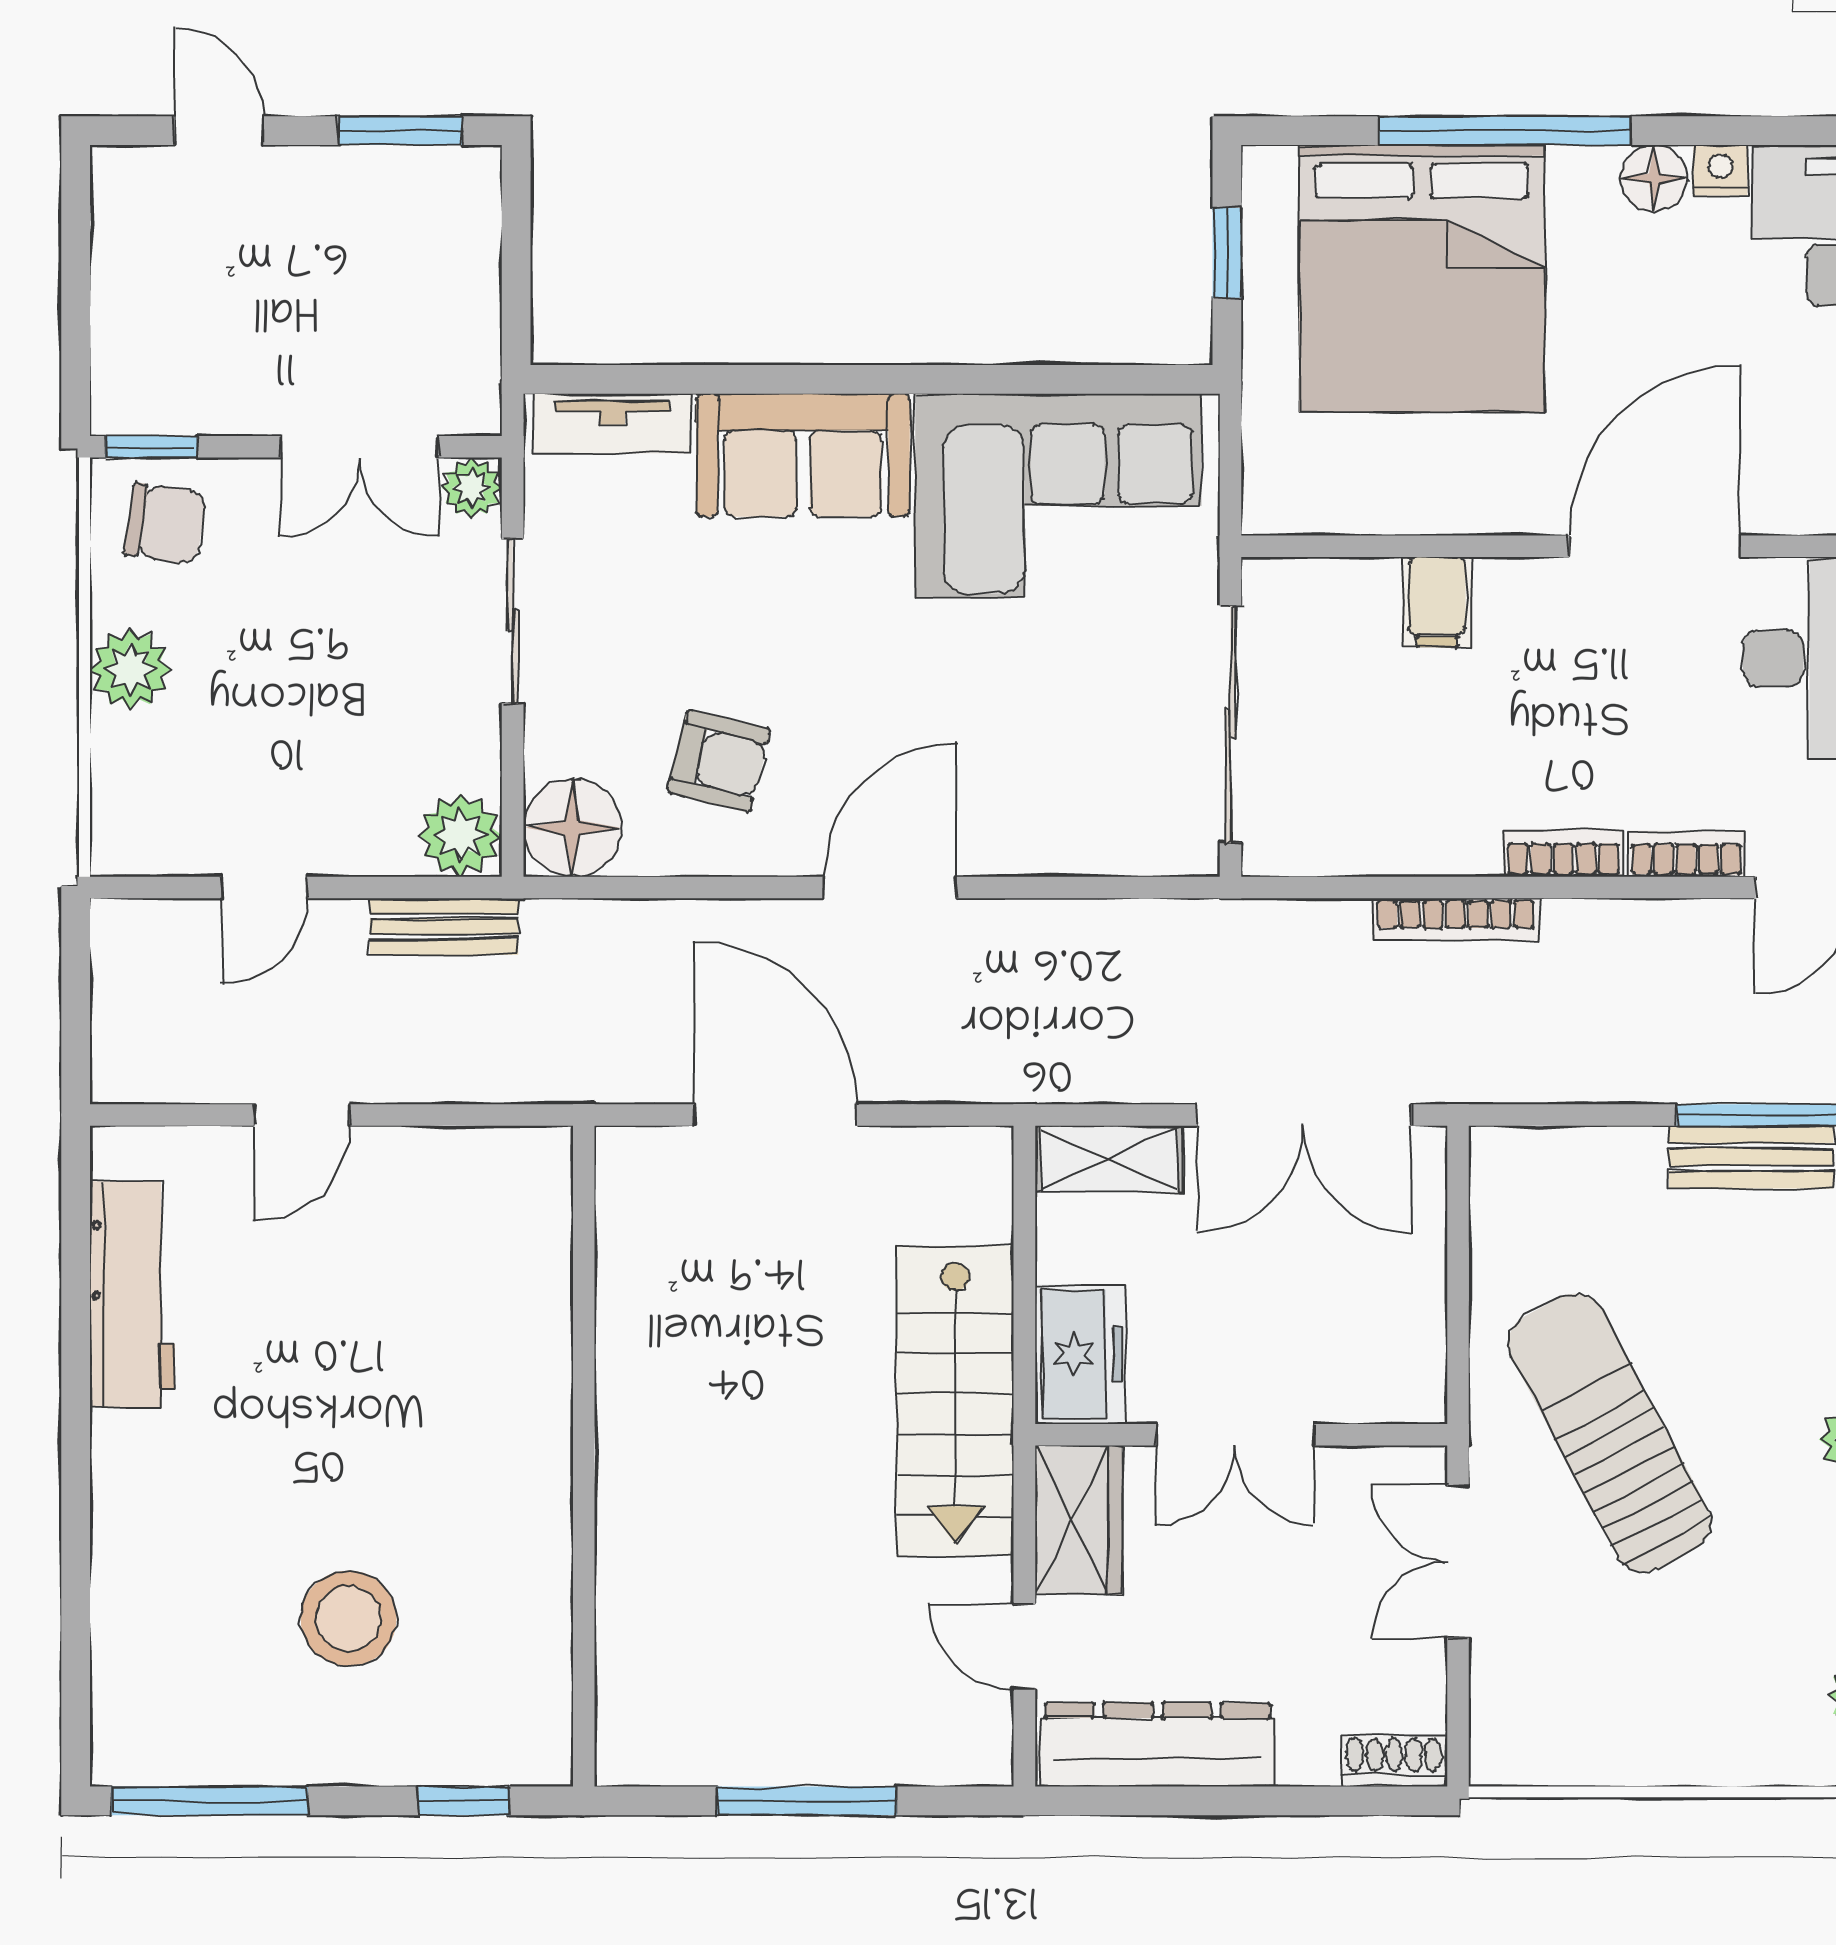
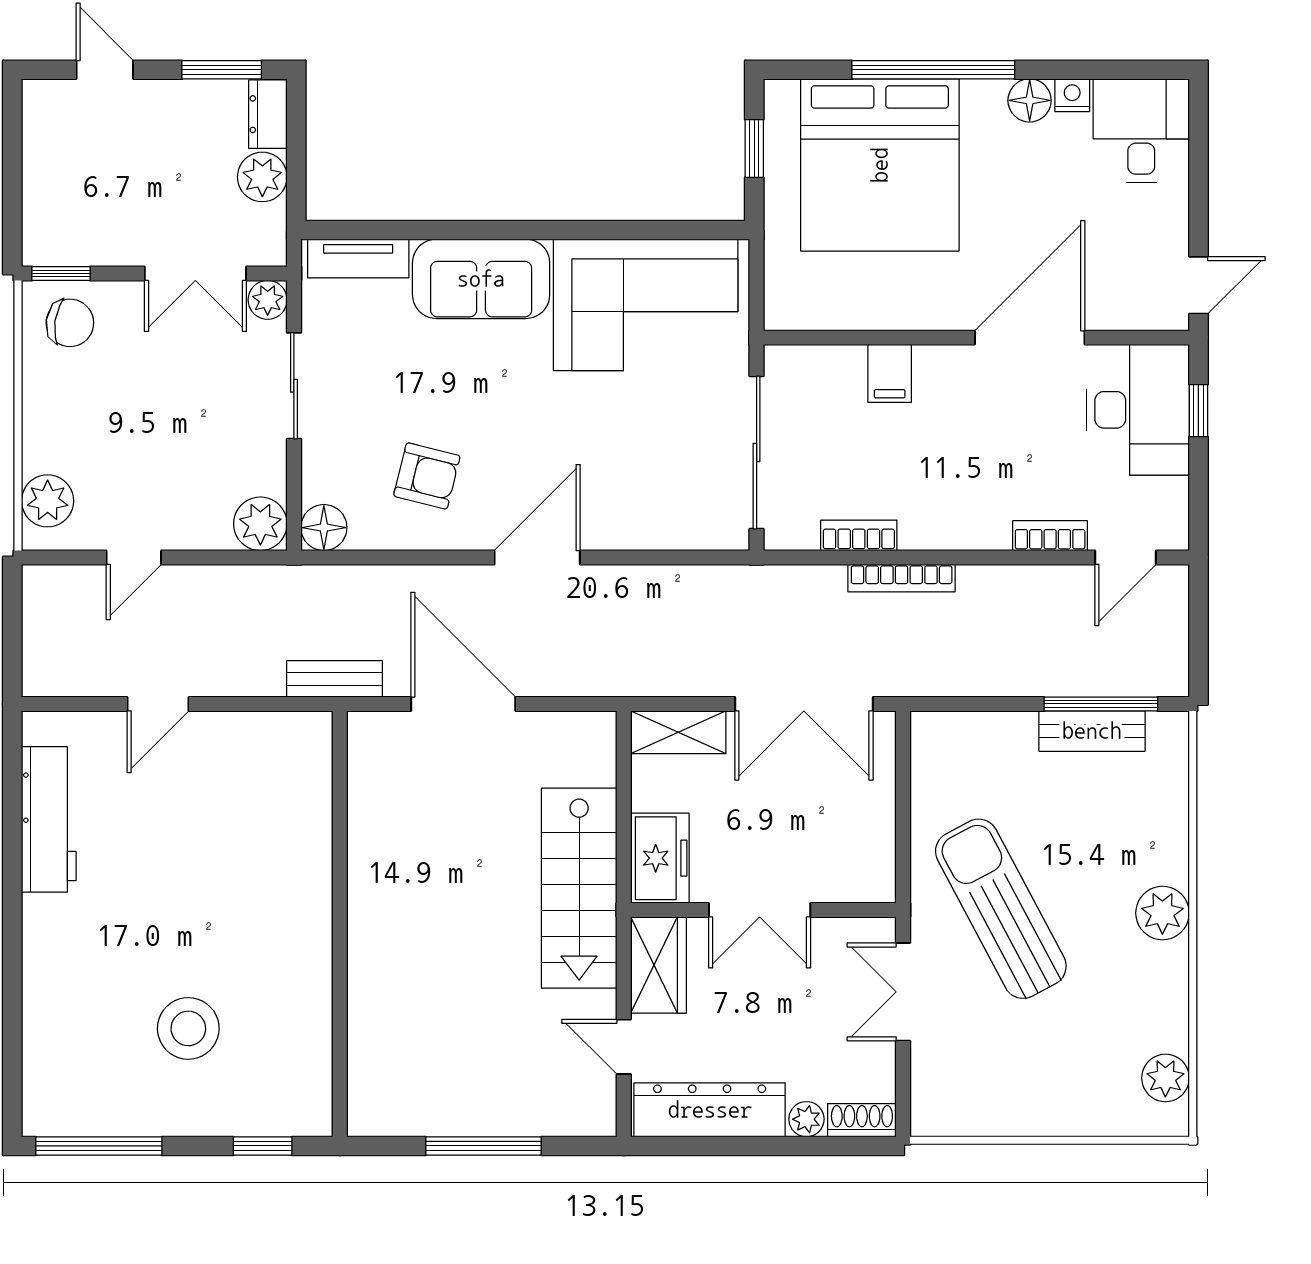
dresser: (472, 200) -> (268, 114), added
plant: (463, 297) -> (262, 177), added
plant: (130, 669) -> (48, 501), moved
floor lamp: (572, 828) -> (324, 528), width x0.73, depth x0.73
bookcase: (1563, 853) -> (859, 535), moved
bench: (444, 926) -> (335, 679), moved
plant: (1308, 1759) -> (806, 1119), added

